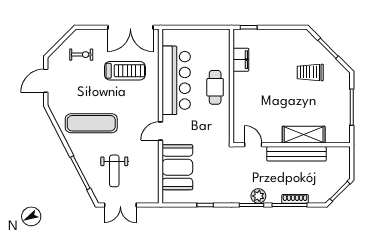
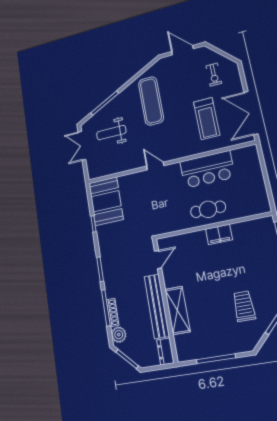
filing cabinet: (241, 60) -> (219, 234), moved
bar counter: (176, 80) -> (207, 169), width x0.73
dresser: (339, 153) -> (165, 351), added
booth: (177, 167) -> (106, 201), moved, turned 90
plant: (258, 196) -> (119, 335), moved

